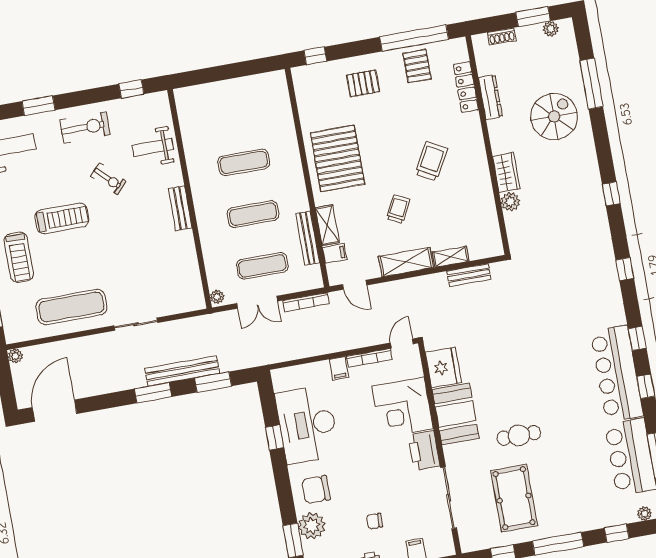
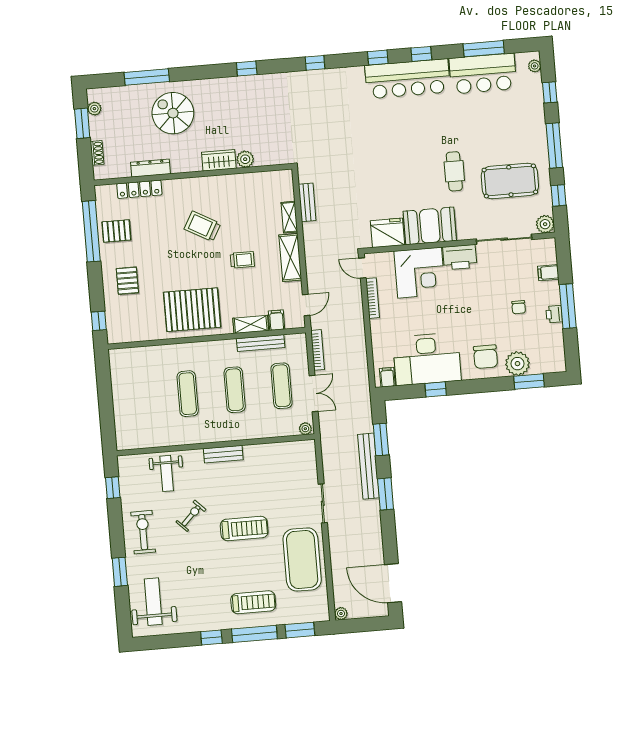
trolley: (398, 209) -> (242, 260), turned 153
treadmill: (62, 218) -> (244, 529), moved, turned 90
exercise mat: (71, 307) -> (302, 559), width x1.47
filing cabinet: (339, 368) -> (387, 377), moved, turned -90
plant: (470, 542) -> (545, 224), added

